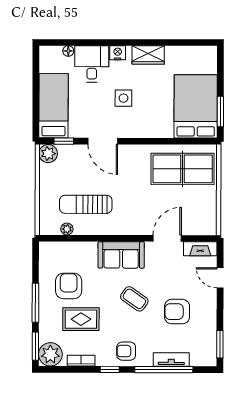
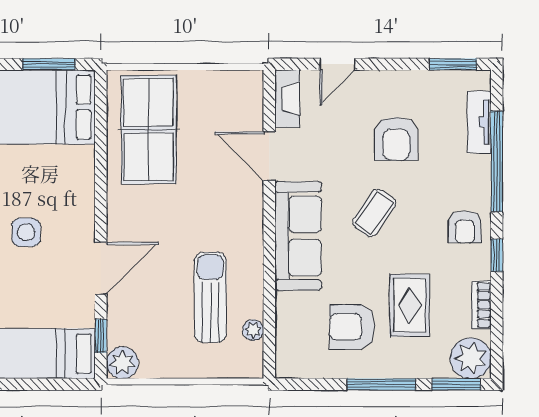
sun lounger: (86, 204) -> (210, 297), turned 180
sofa: (121, 255) -> (298, 236), width x1.36
tv unit: (171, 360) -> (479, 122), moved

